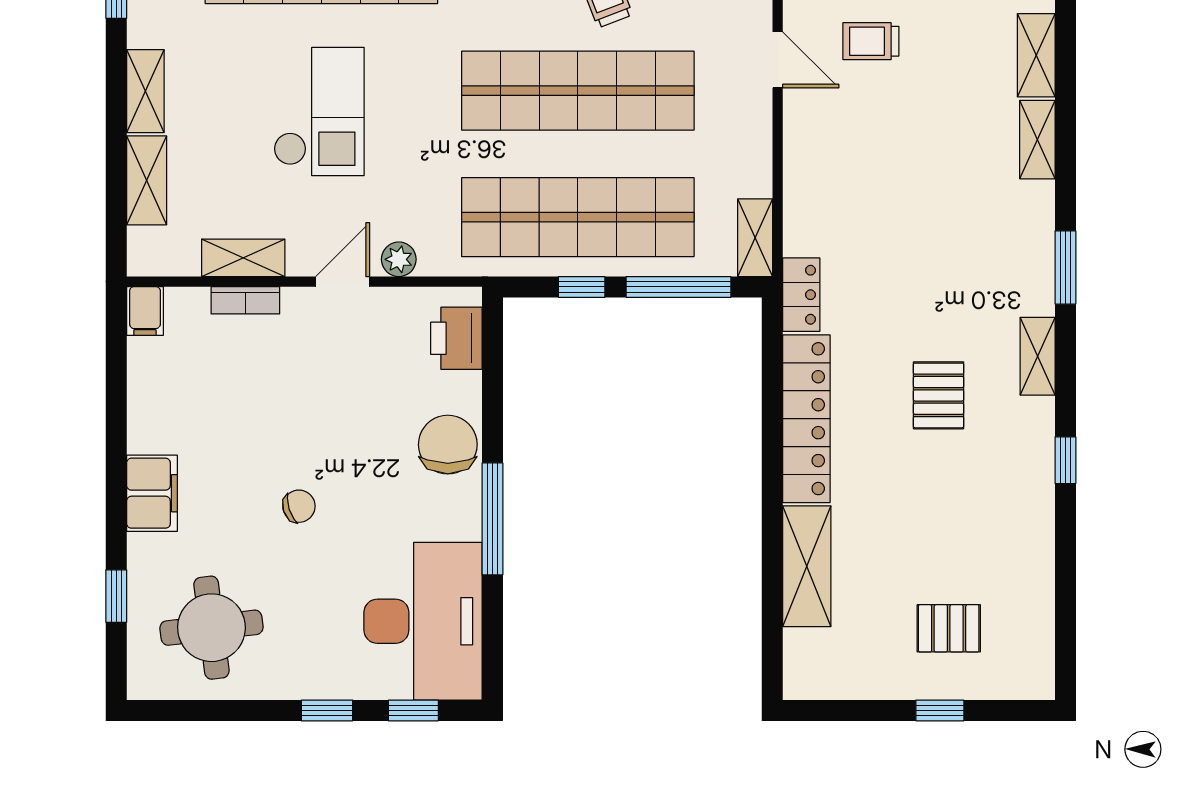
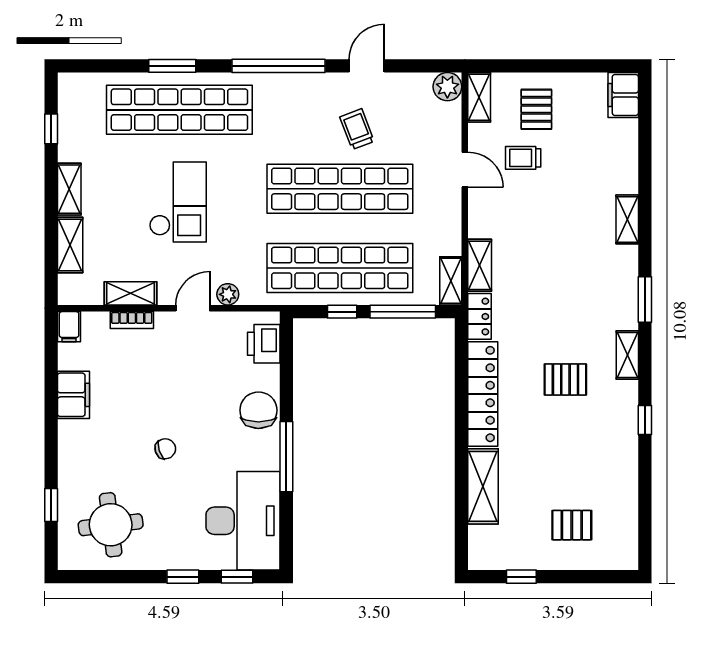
shelving: (1036, 55) -> (480, 265), moved
pallet: (939, 395) -> (565, 379), turned 90
filing cabinet: (152, 493) -> (73, 395), moved
window: (940, 710) -> (521, 577), moved

